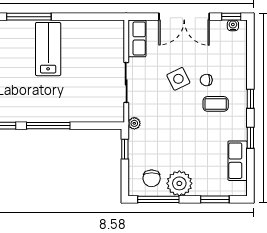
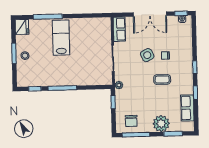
coffee table: (216, 104) -> (162, 79), moved
plant: (179, 183) -> (161, 124), moved

